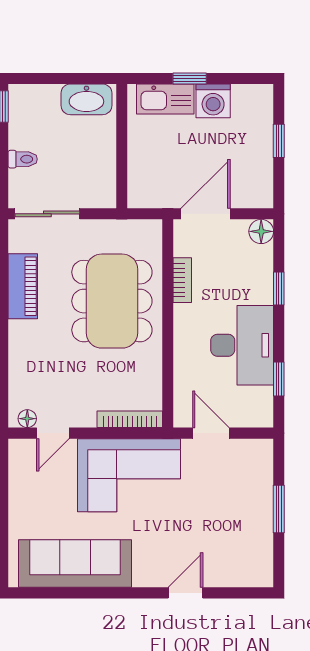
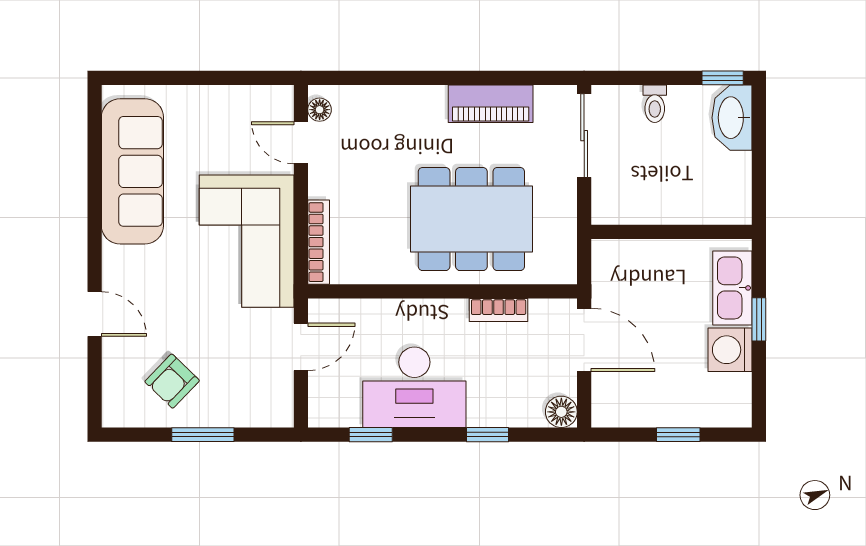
washbasin: (86, 99) -> (732, 118), moved
armchair: (237, 533) -> (172, 381), added

